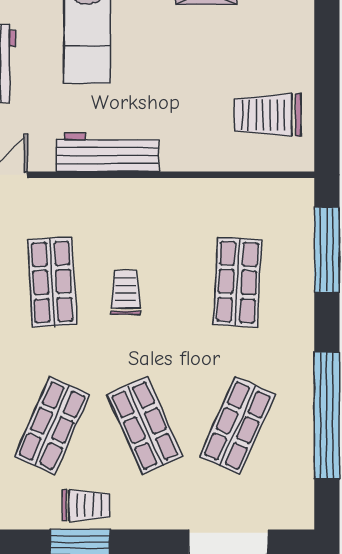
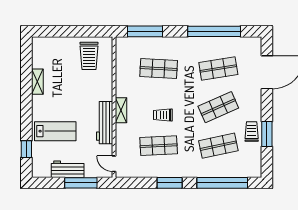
shelving: (137, 192) -> (121, 110), added
shop shelf: (52, 426) -> (218, 146), turned -36
shop shelf: (237, 426) -> (218, 69), turned -33

